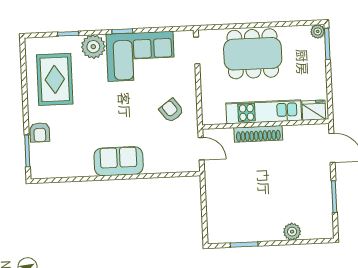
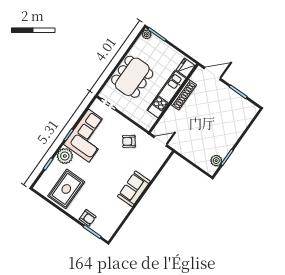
rug: (55, 79) -> (66, 189), turned 90
shoe rack: (258, 134) -> (184, 95), moved
plant: (292, 232) -> (216, 161), moved

